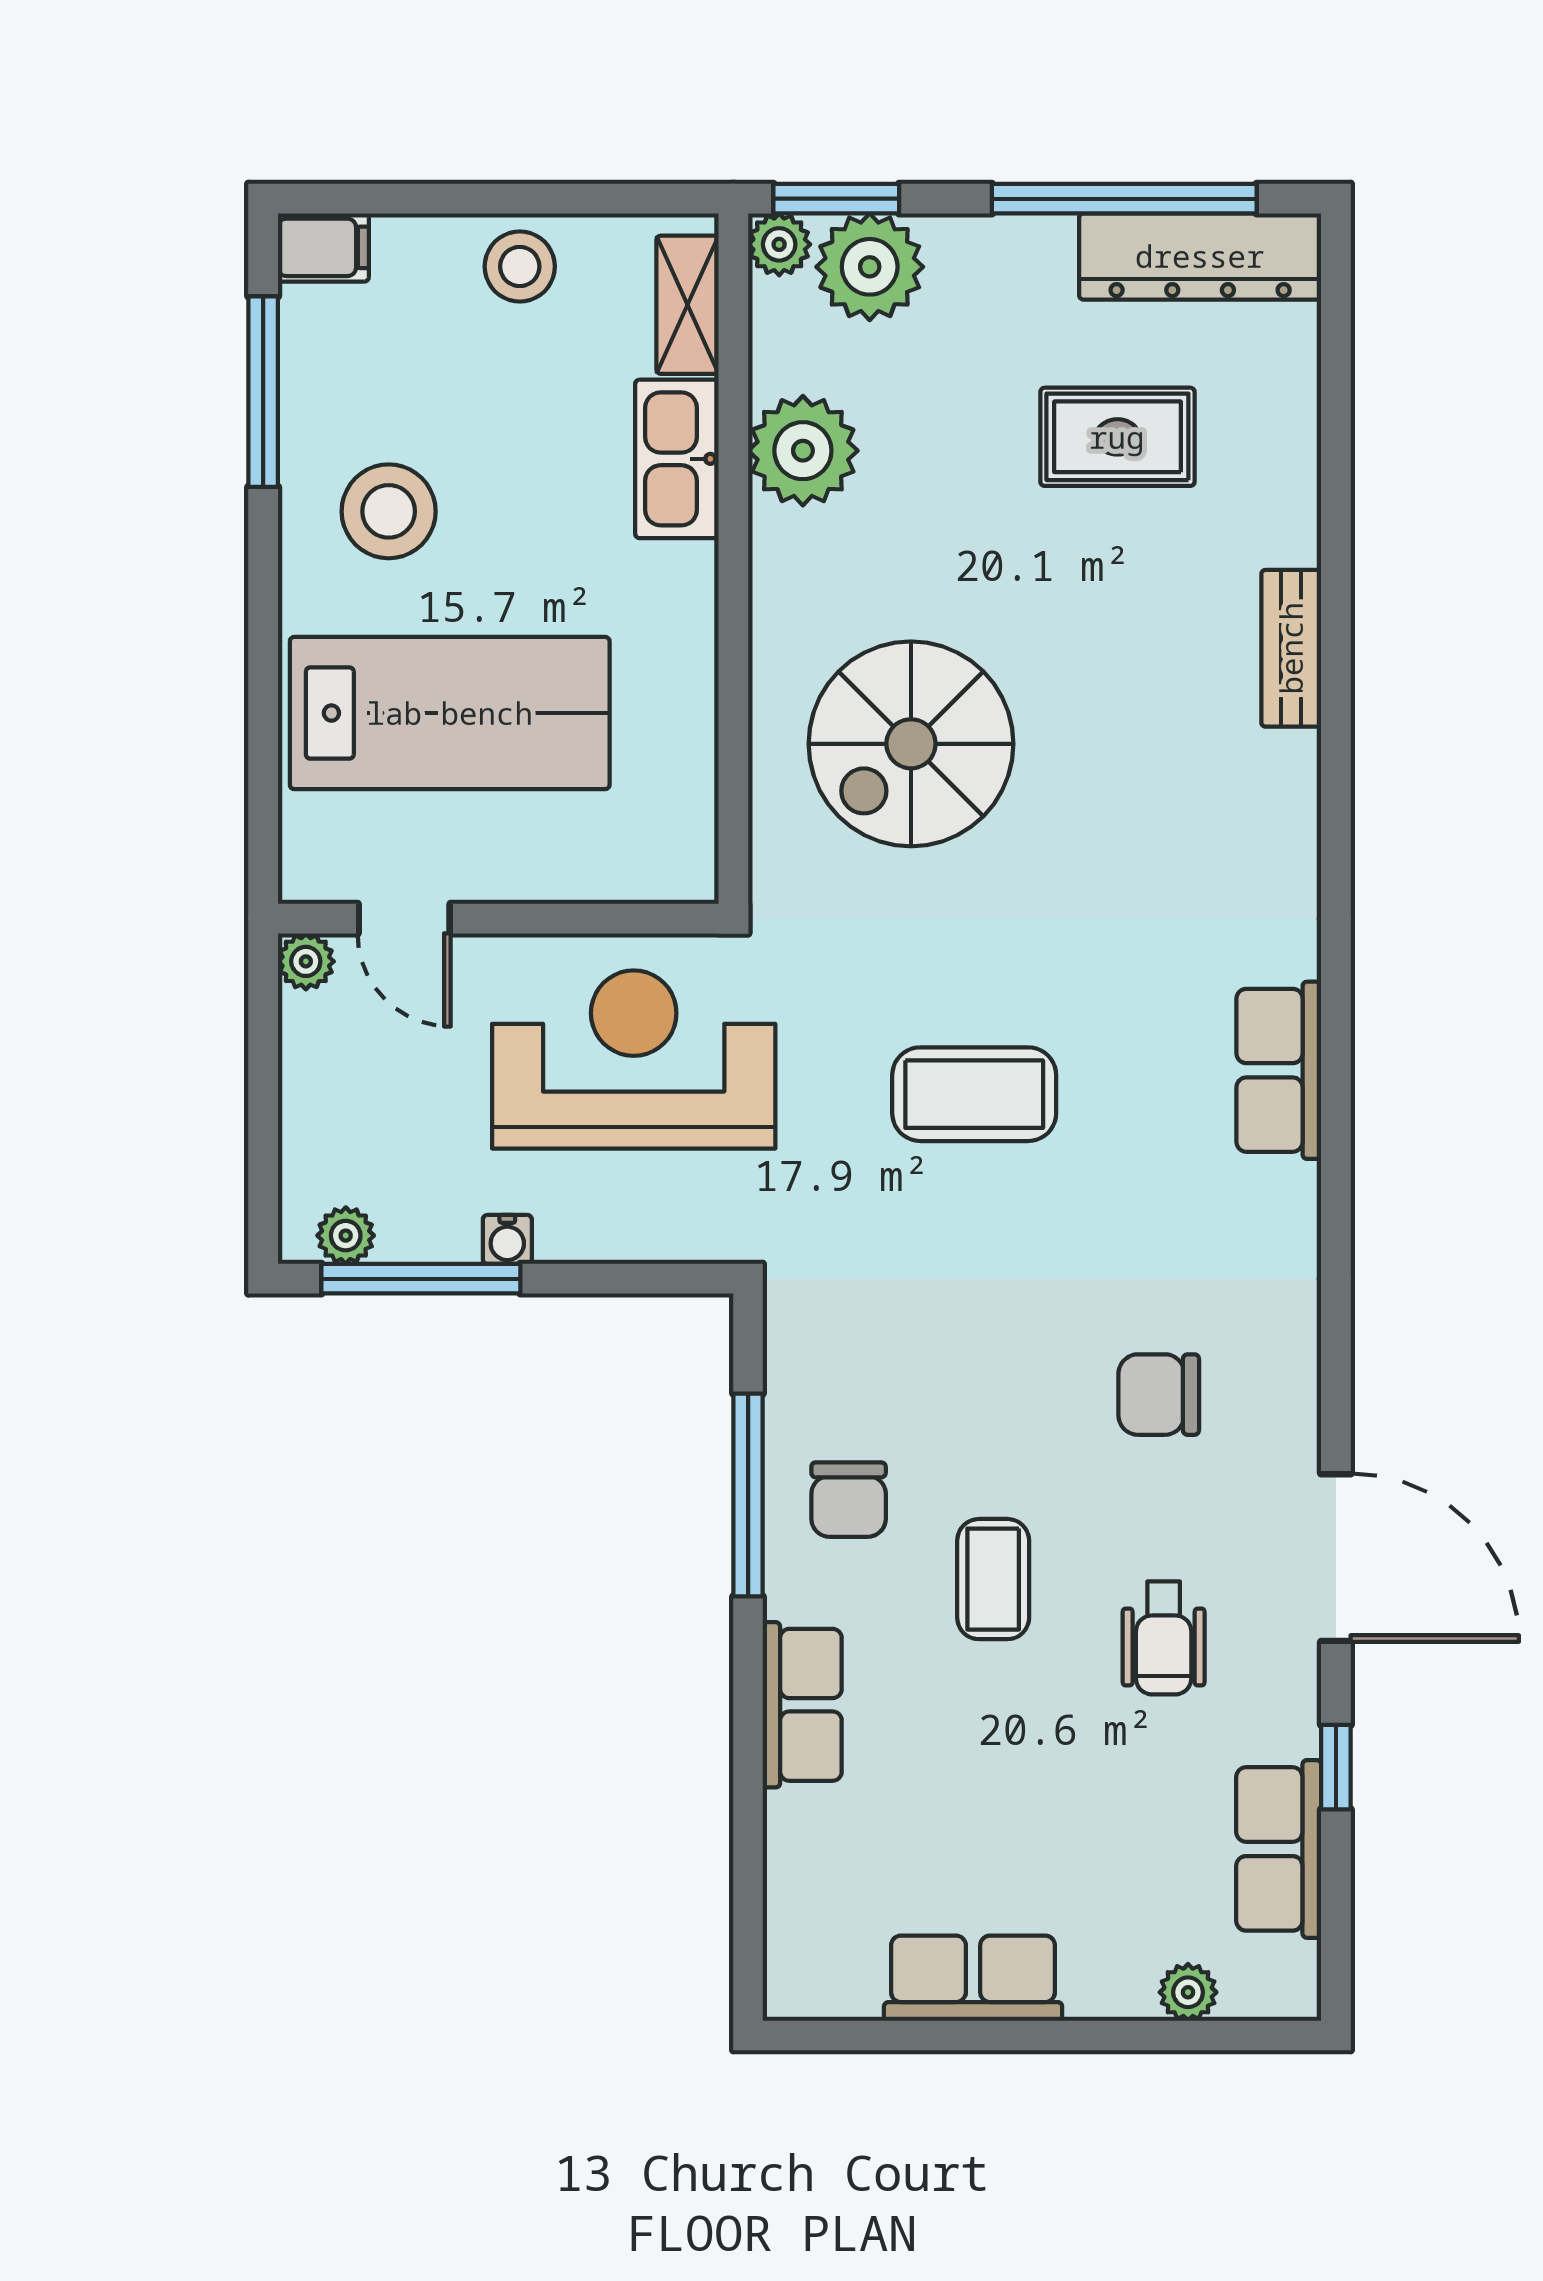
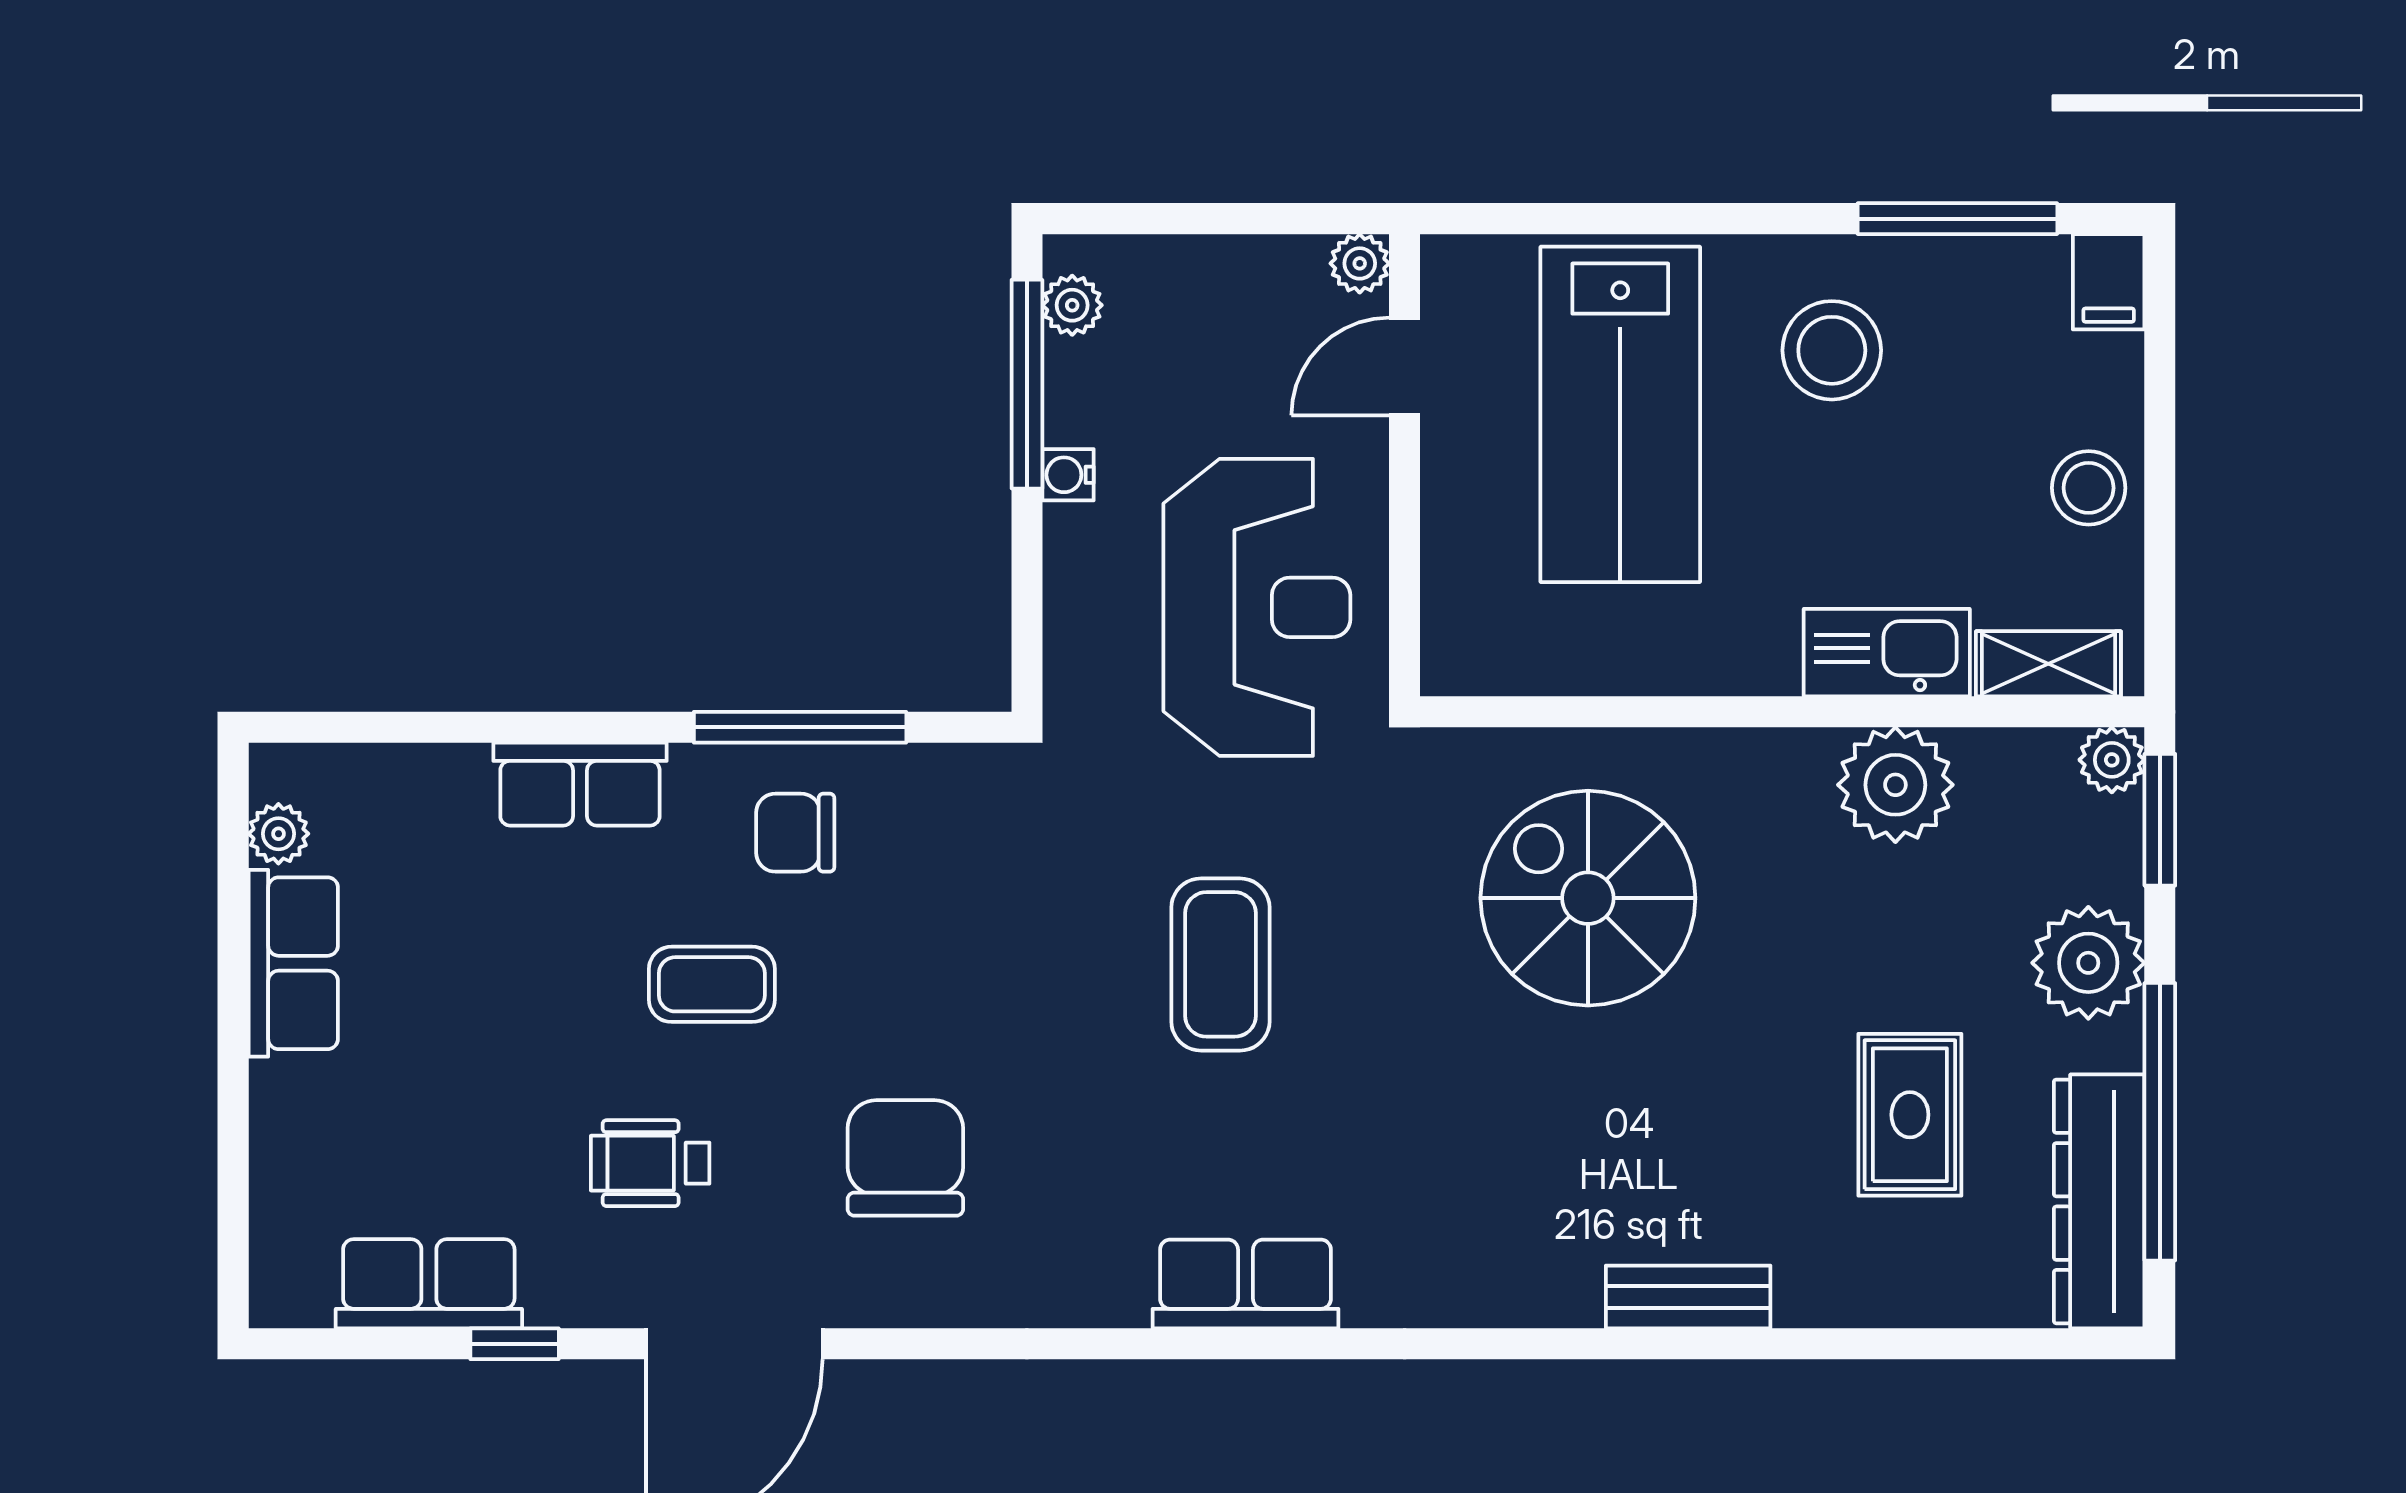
plant: (870, 267) -> (2088, 963), moved
chair: (1159, 1395) -> (905, 1158), width x1.37, depth x1.37
plant: (1188, 1992) -> (278, 834), moved

